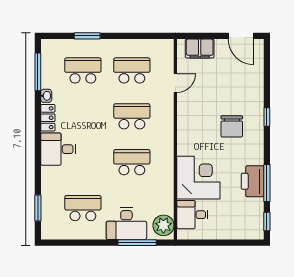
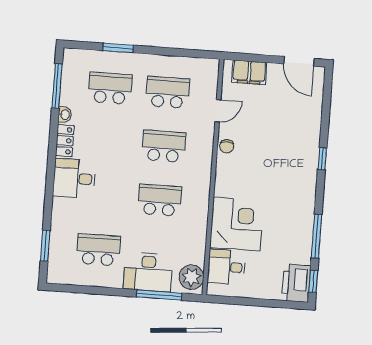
chair: (232, 126) -> (227, 146), moved, width x0.54, depth x0.54
printer: (253, 181) -> (296, 283), moved

